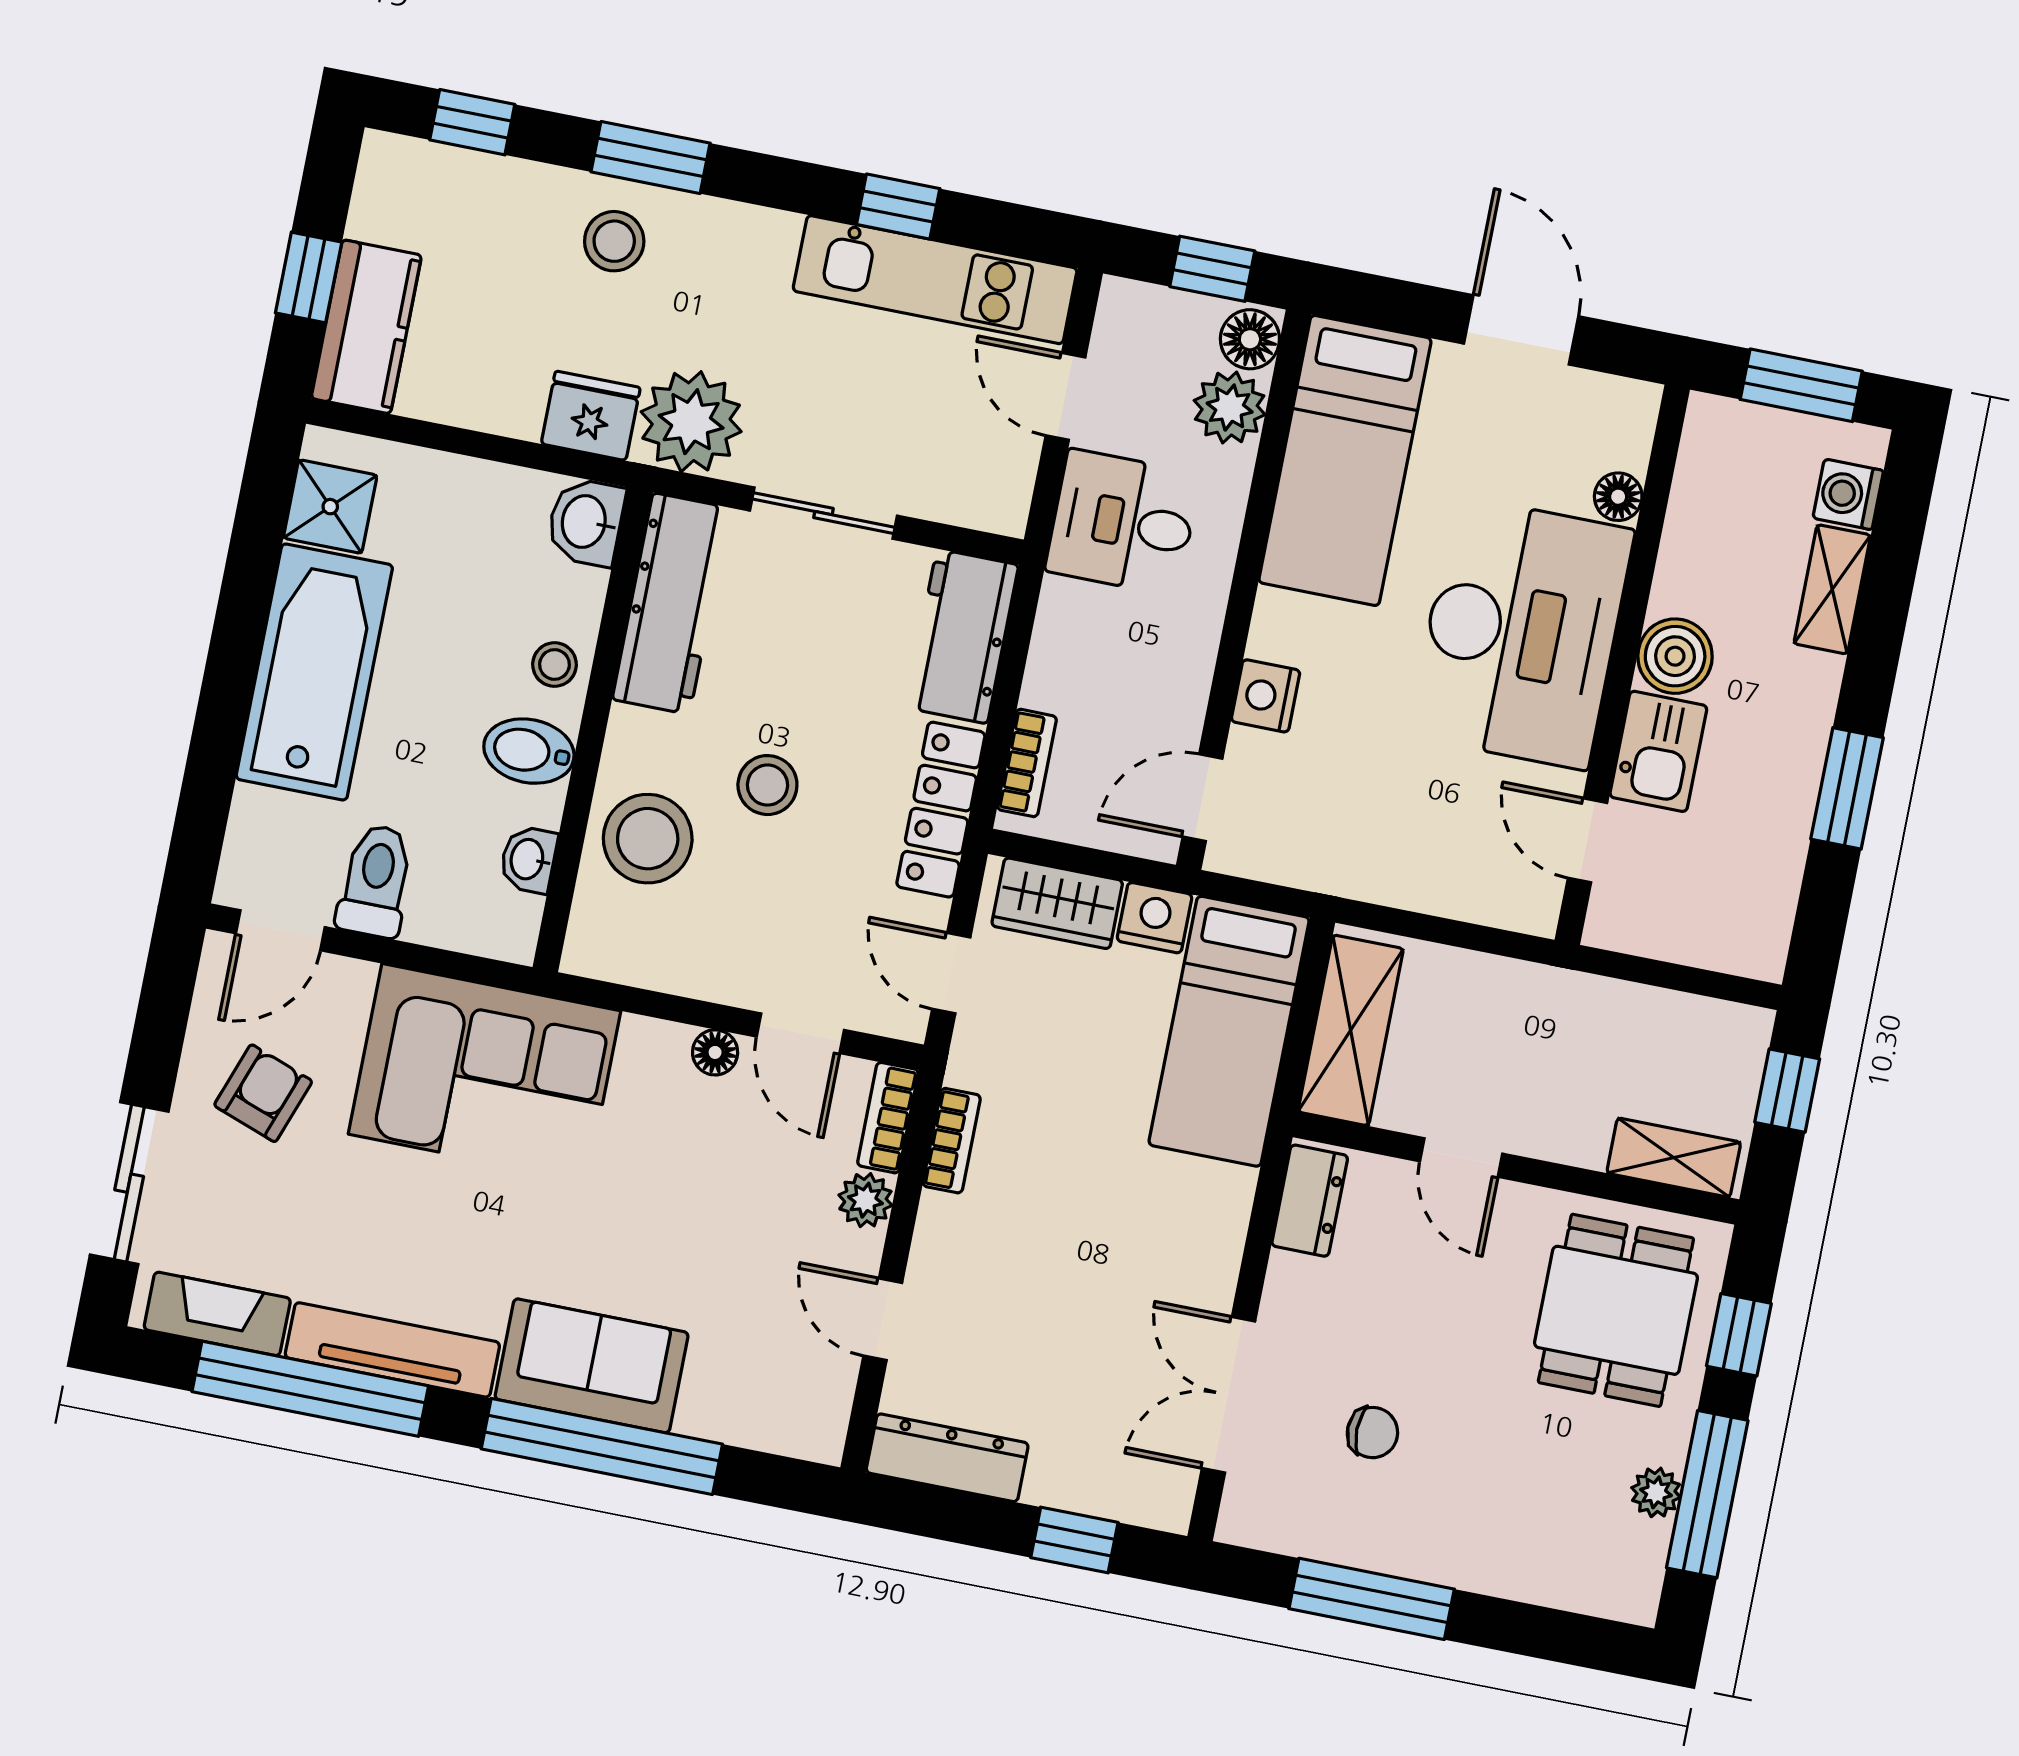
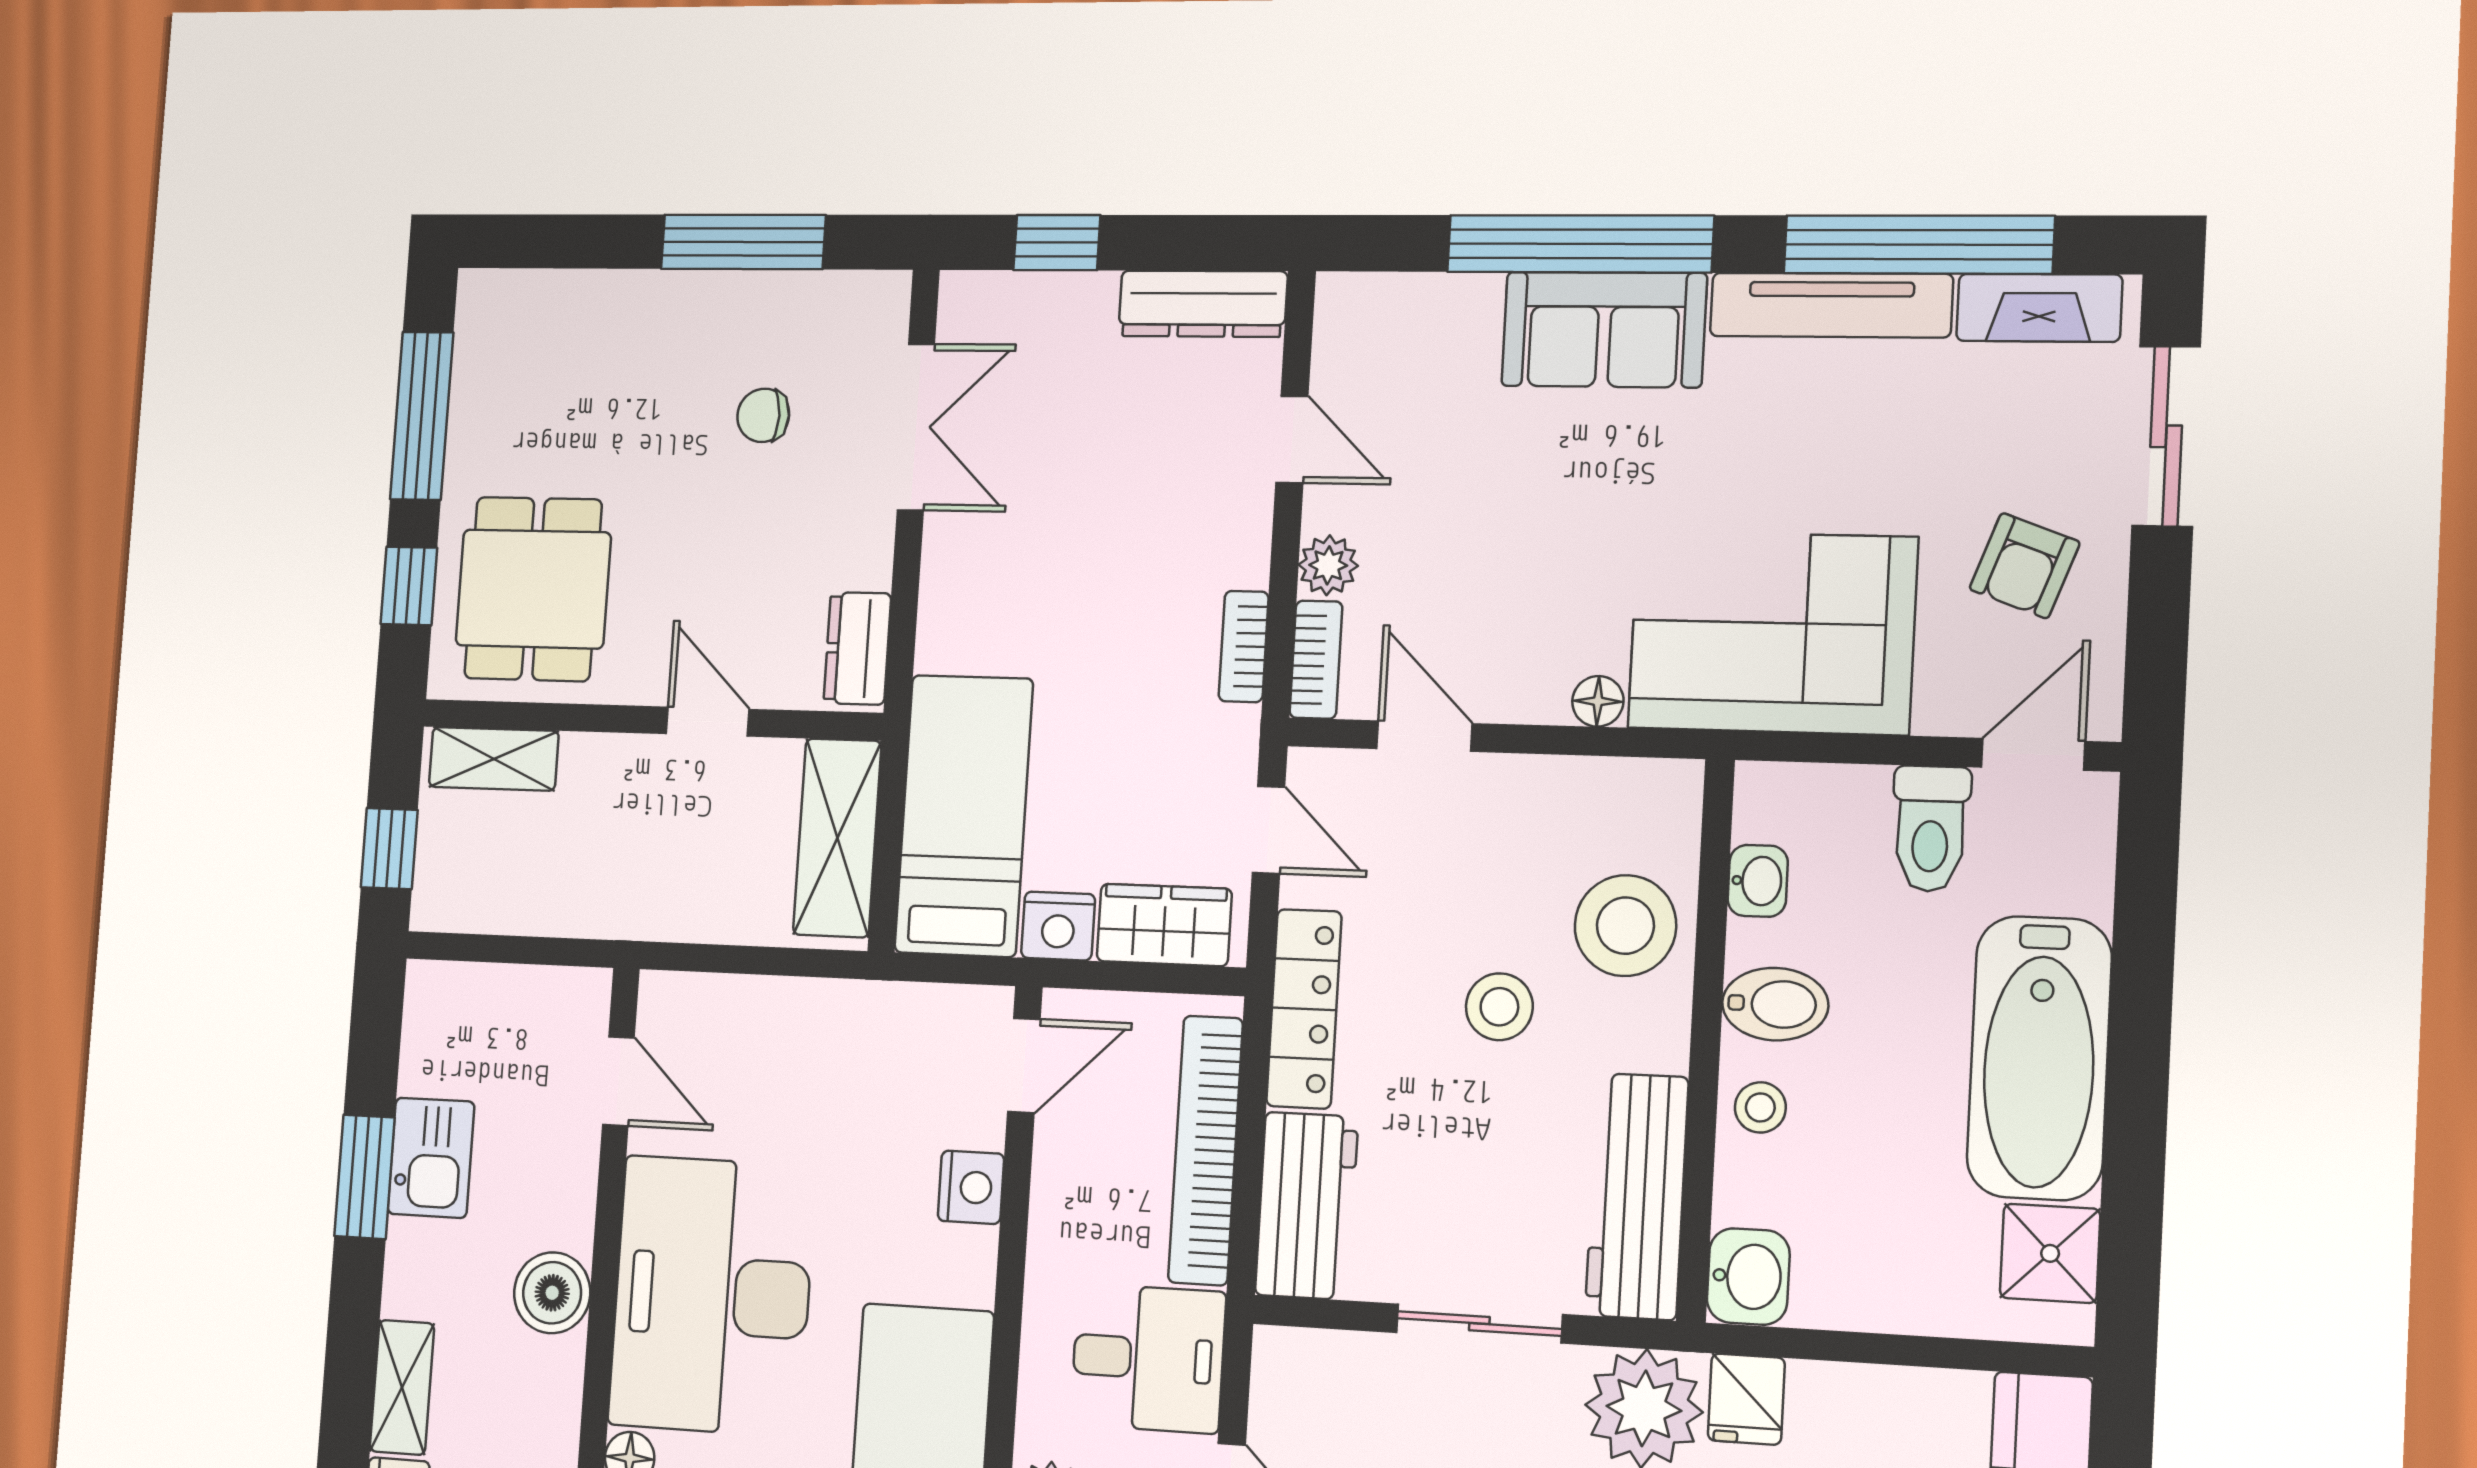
fridge: (591, 416) -> (1746, 1399), width x0.72
kitchen sink: (1658, 751) -> (431, 1158), moved, turned 180
bookcase: (1027, 763) -> (1206, 1150), width x2.31, depth x1.31
floor lamp: (715, 1052) -> (1598, 701), moved
plant: (1656, 1492) -> (472, 408), removed

